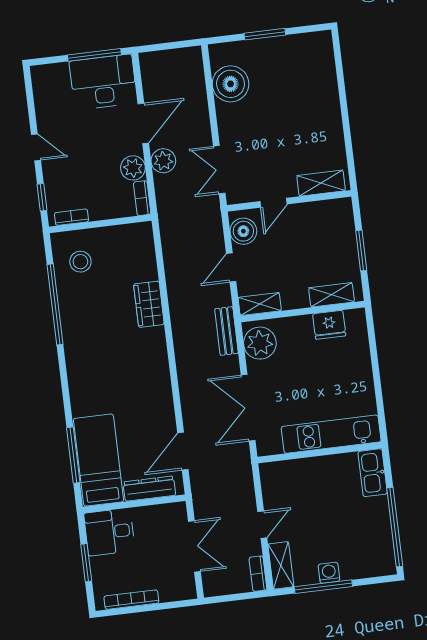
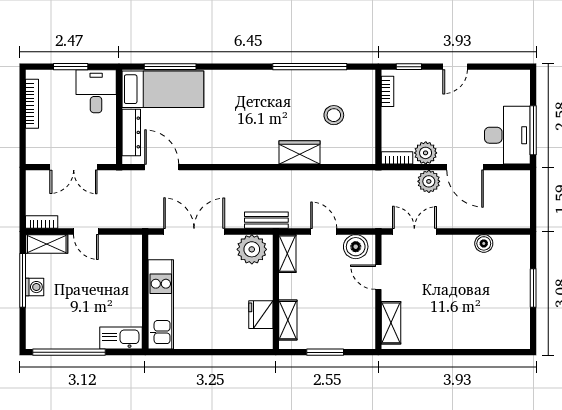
boiler: (231, 84) -> (484, 243), width x0.54, depth x0.54
stool: (80, 262) -> (334, 115), moved

